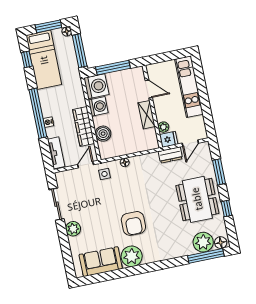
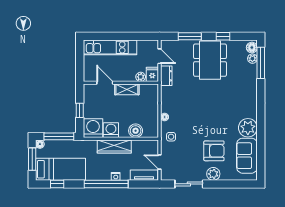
window: (113, 68) -> (80, 110), width x0.46
door: (149, 89) -> (105, 83), hinge flipped
wardrobe: (84, 126) -> (114, 146), moved
door: (86, 165) -> (160, 162), moved
dining table: (197, 199) -> (210, 60), turned 90
armchair: (133, 223) -> (214, 151), moved
plant: (203, 242) -> (252, 59), width x0.53, depth x0.53

